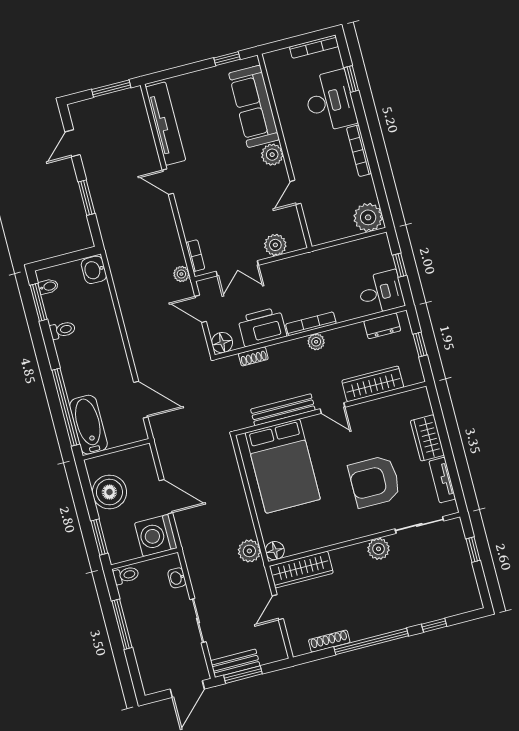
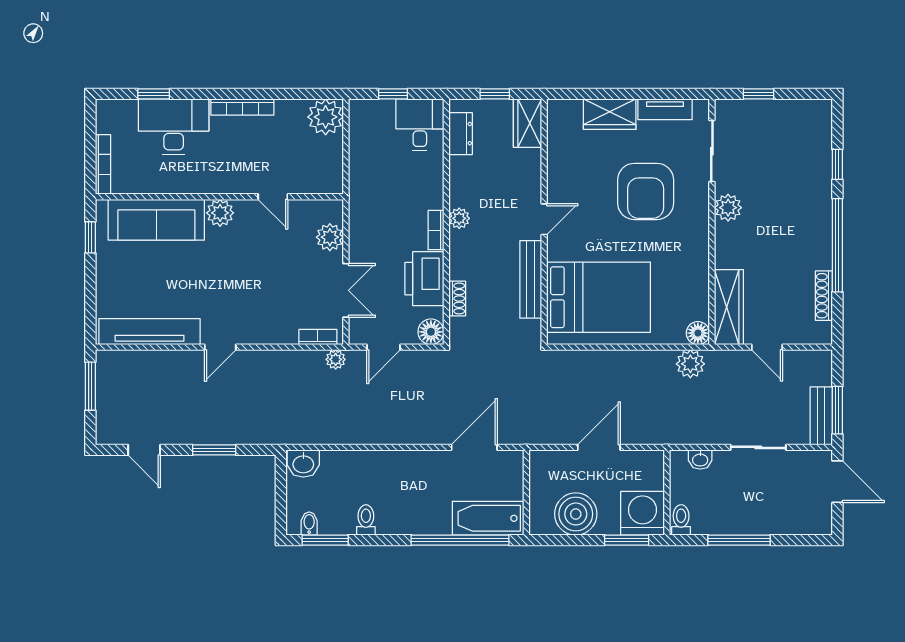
bookcase: (314, 47) -> (103, 164), moved
bookcase: (311, 324) -> (436, 230), width x0.64
wardrobe: (373, 384) -> (527, 123), moved, width x0.67
washing machine: (156, 535) -> (643, 513), moved, turned 180

